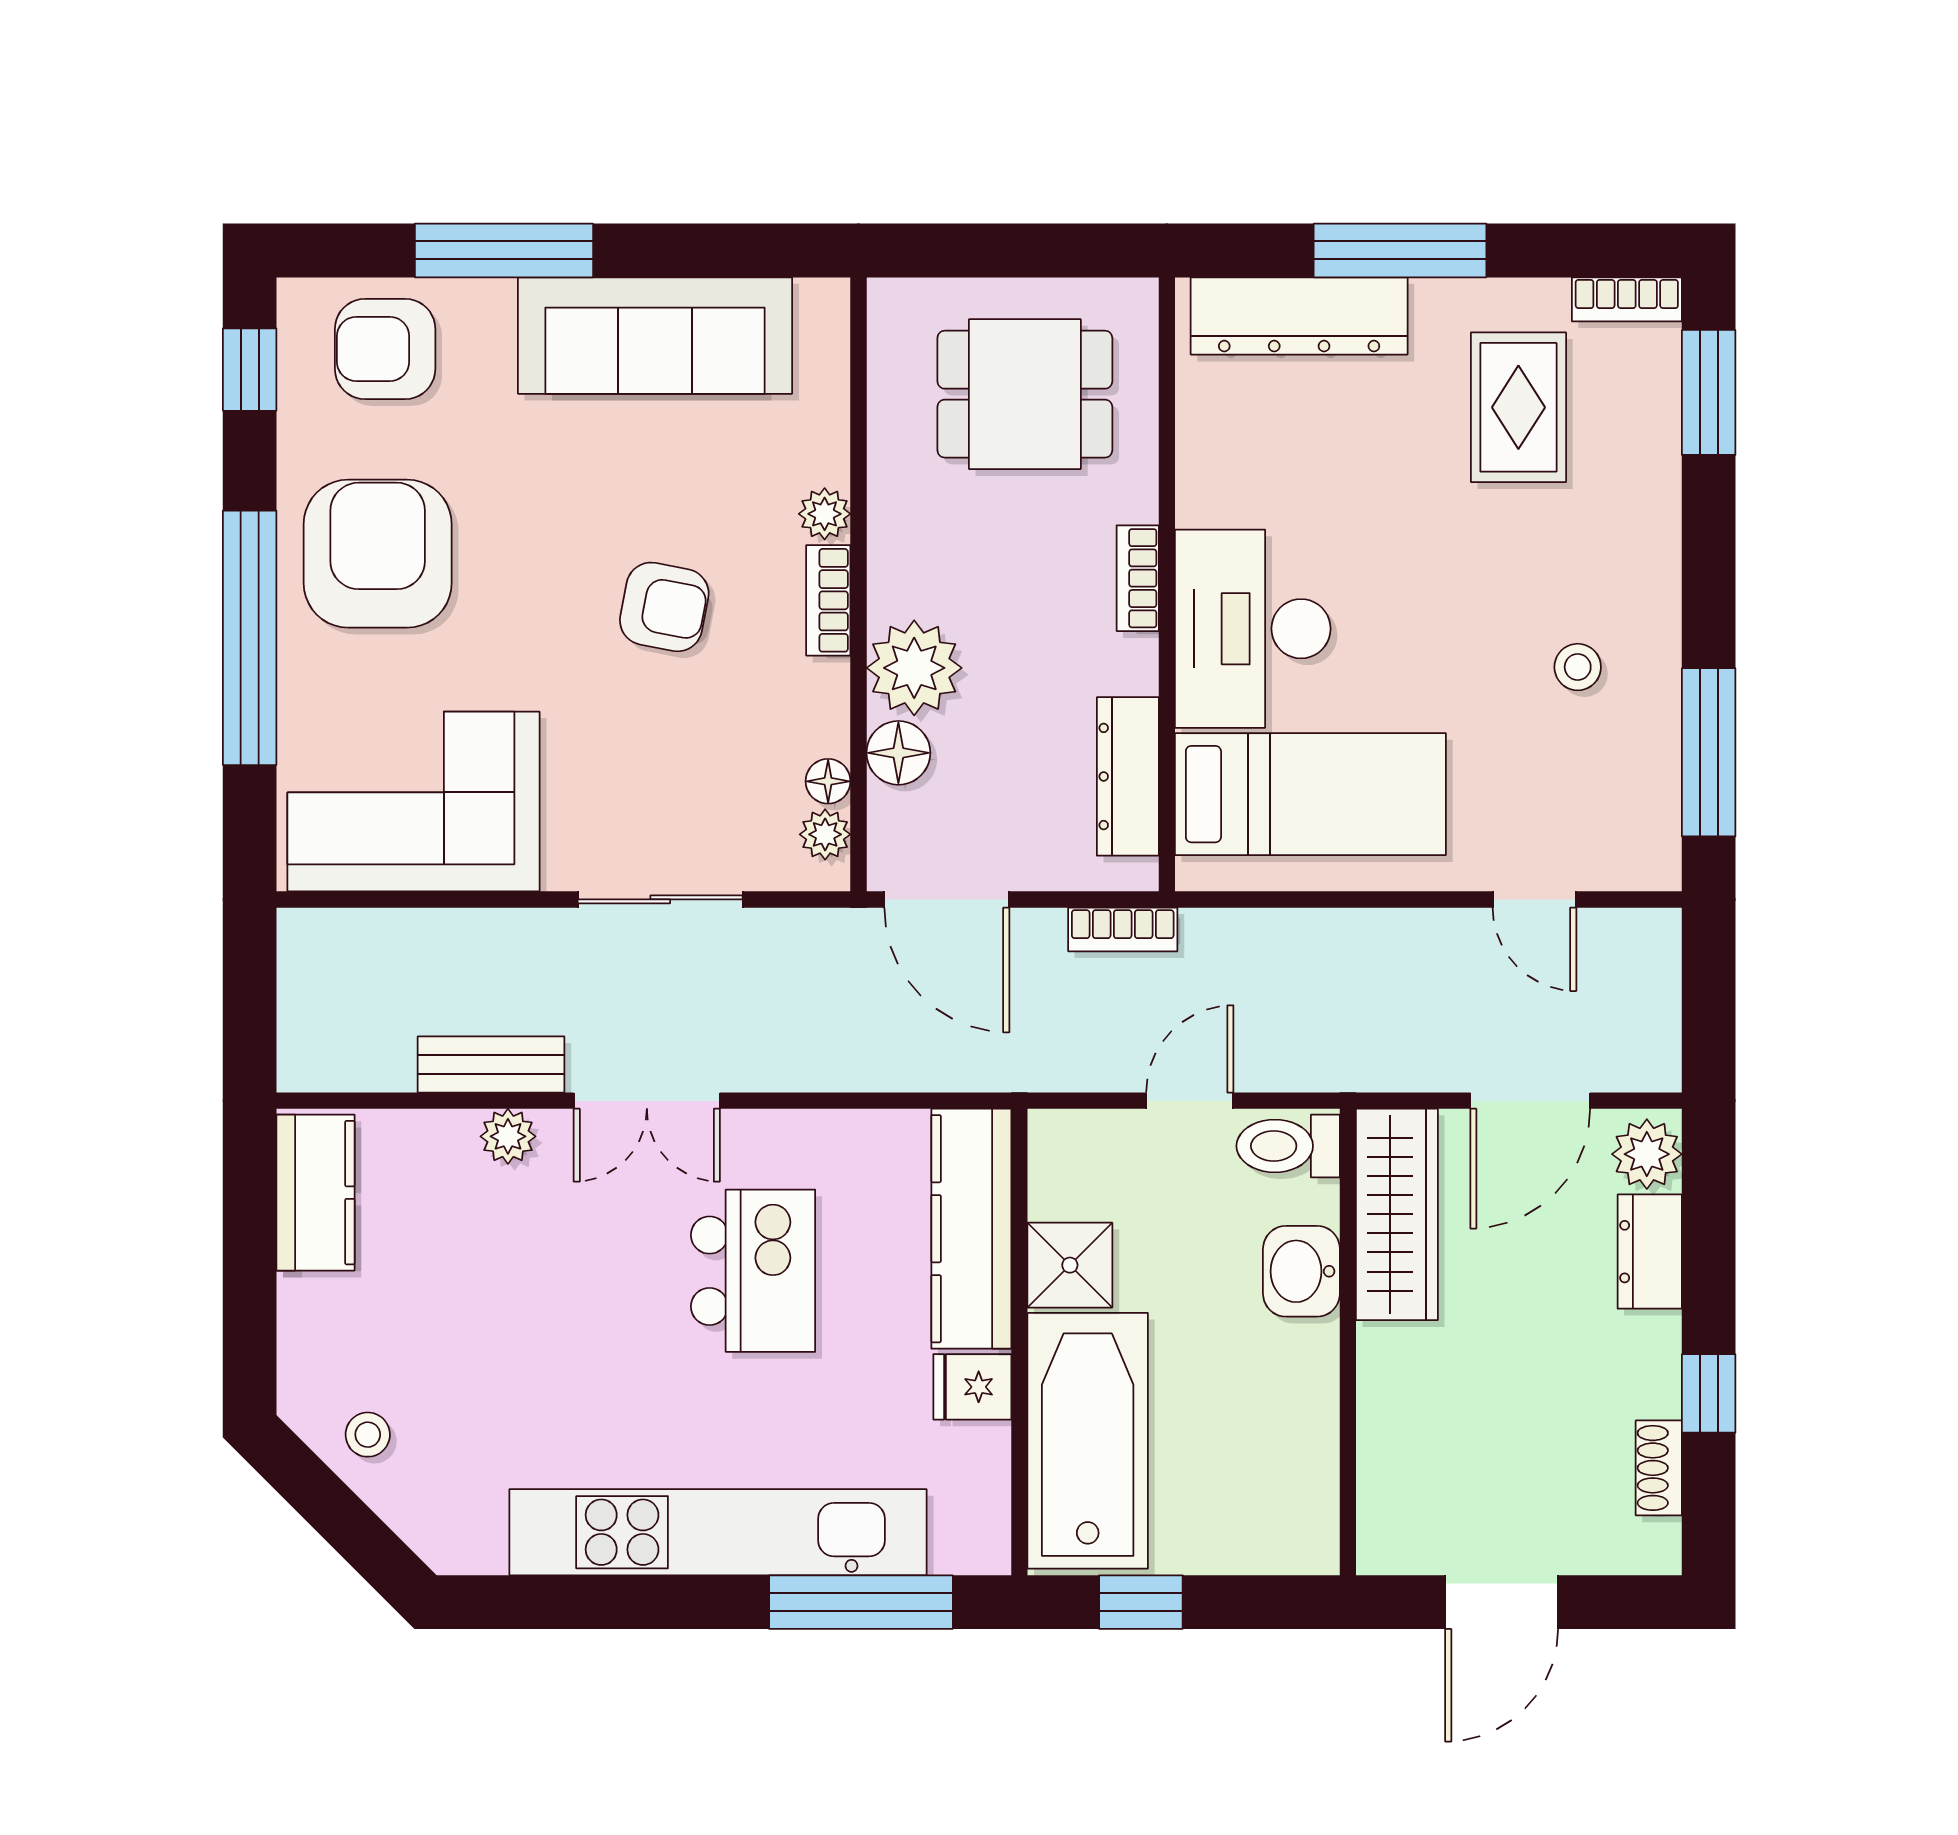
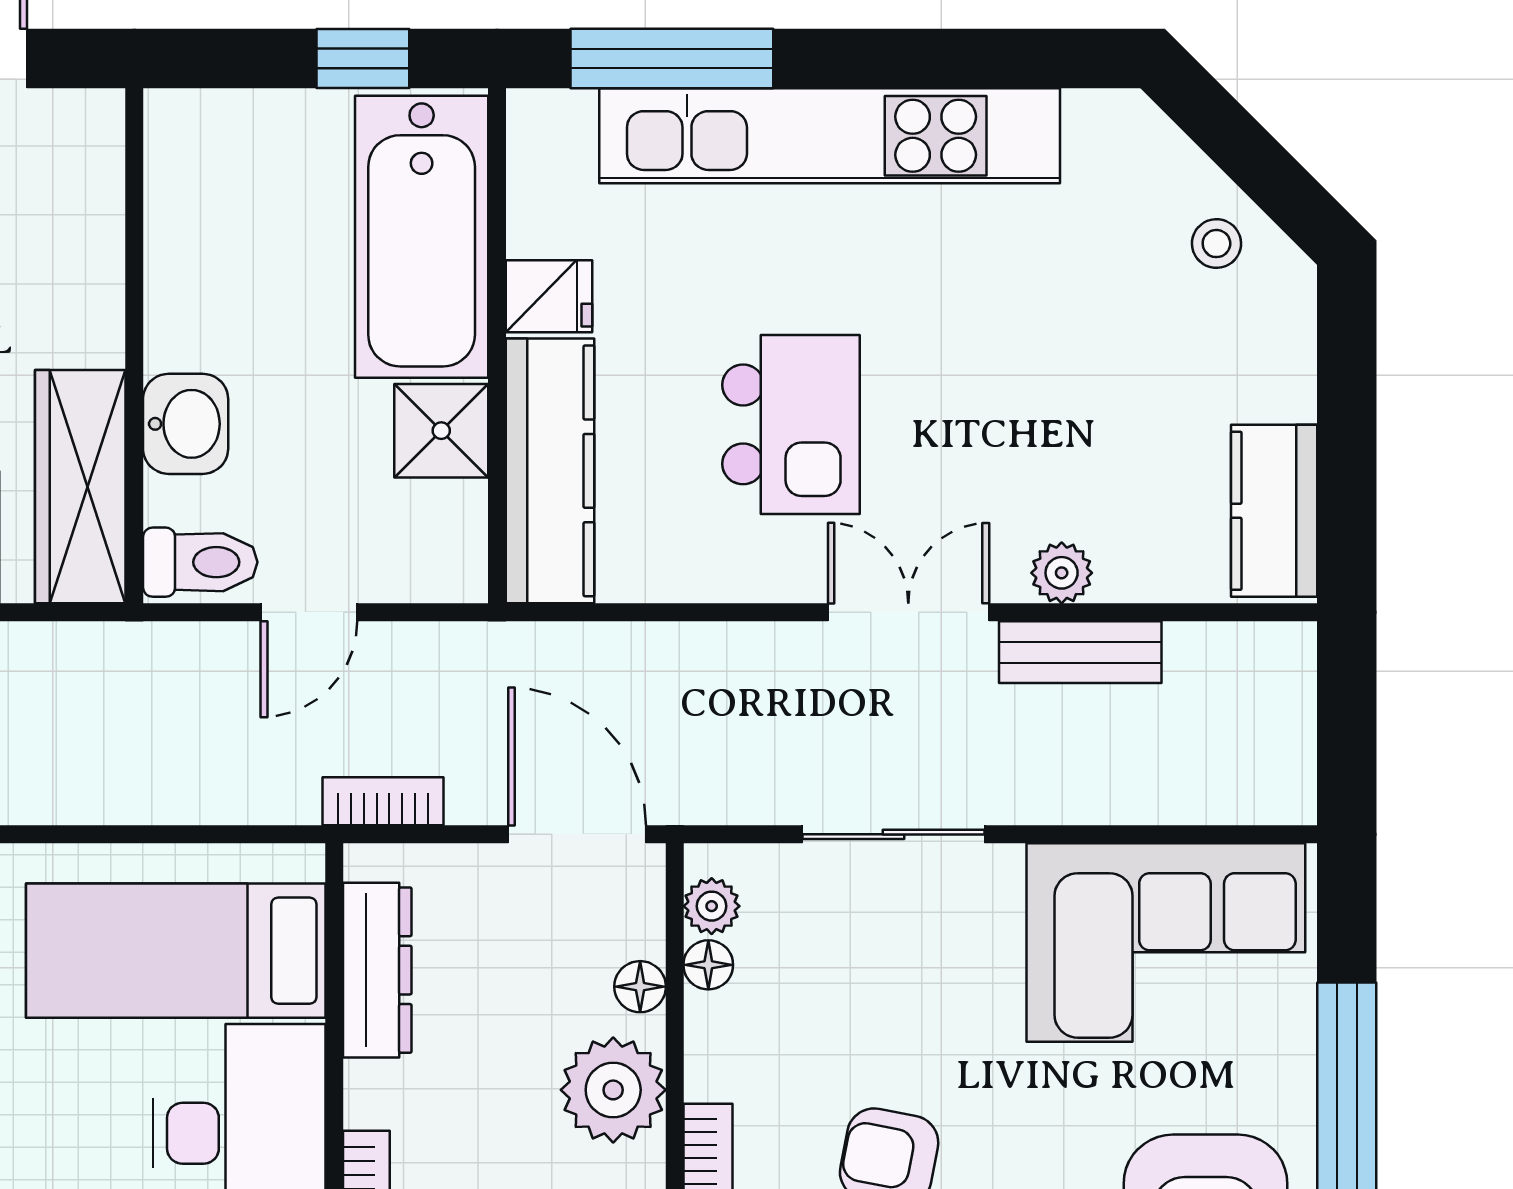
floor lamp: (898, 753) -> (640, 987), width x0.73, depth x0.73
kitchen island: (753, 1271) -> (791, 424), turned 180

